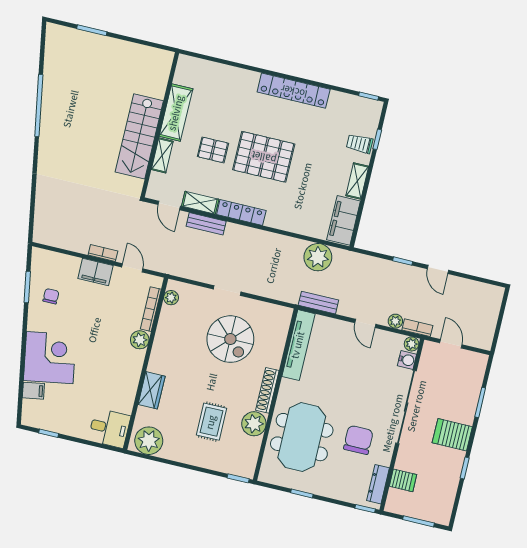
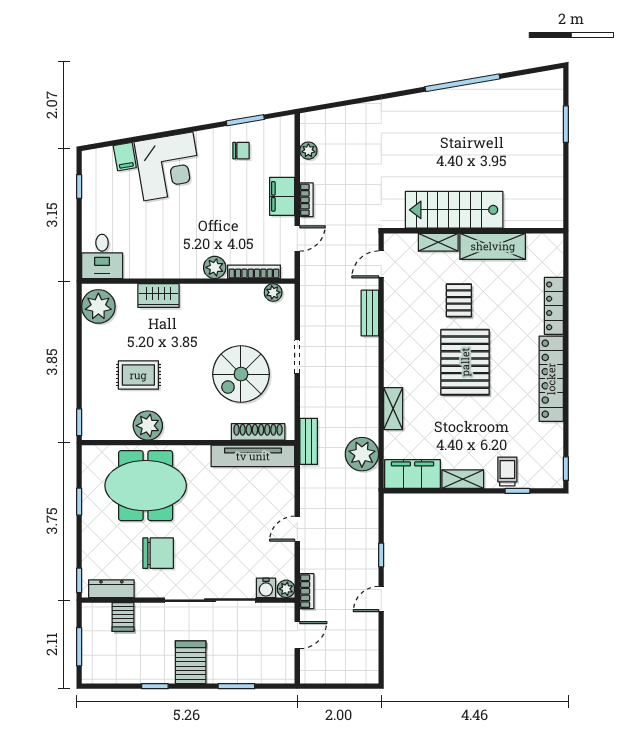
shelving: (200, 203) -> (393, 409), moved
locker: (241, 212) -> (554, 306), moved, turned 180
bench: (318, 303) -> (309, 441), moved
plant: (395, 321) -> (308, 151), moved
shoe rack: (267, 390) -> (258, 432), moved

